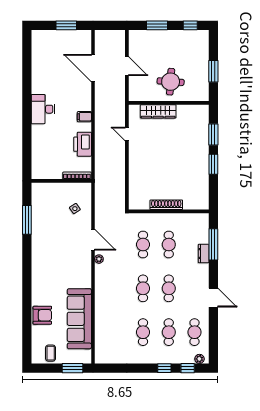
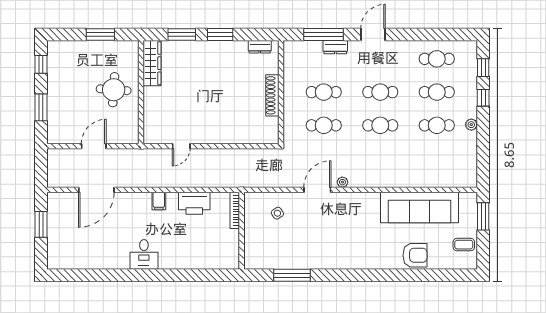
desk: (43, 109) -> (144, 254), width x0.73
wardrobe: (158, 111) -> (152, 63), moved
dresser: (204, 195) -> (260, 47), added
door: (213, 298) -> (373, 34), moved
armchair: (42, 315) -> (415, 255), turned 90
plant: (199, 359) -> (471, 125), moved

